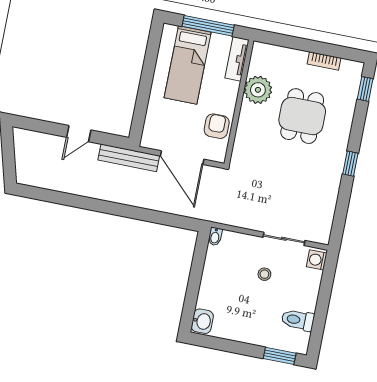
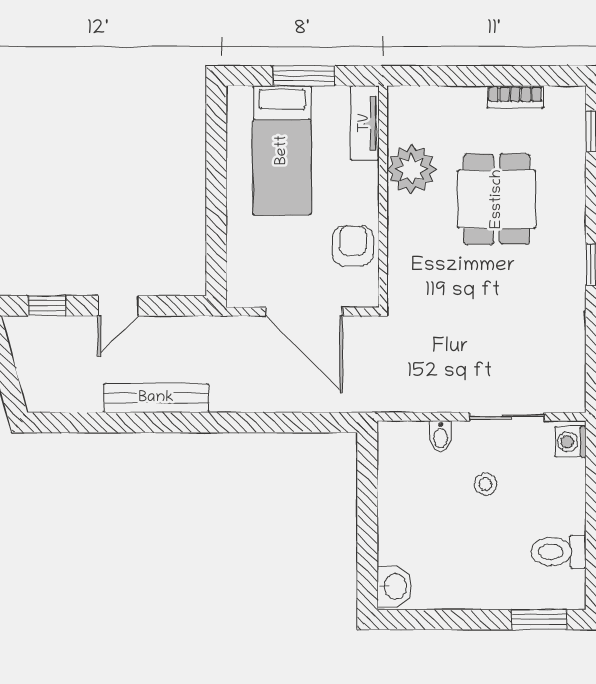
window: (208, 26) -> (304, 76), width x0.69
window: (39, 126) -> (47, 306), added
bench: (129, 158) -> (156, 398), moved
bidet: (215, 236) -> (441, 436), moved

